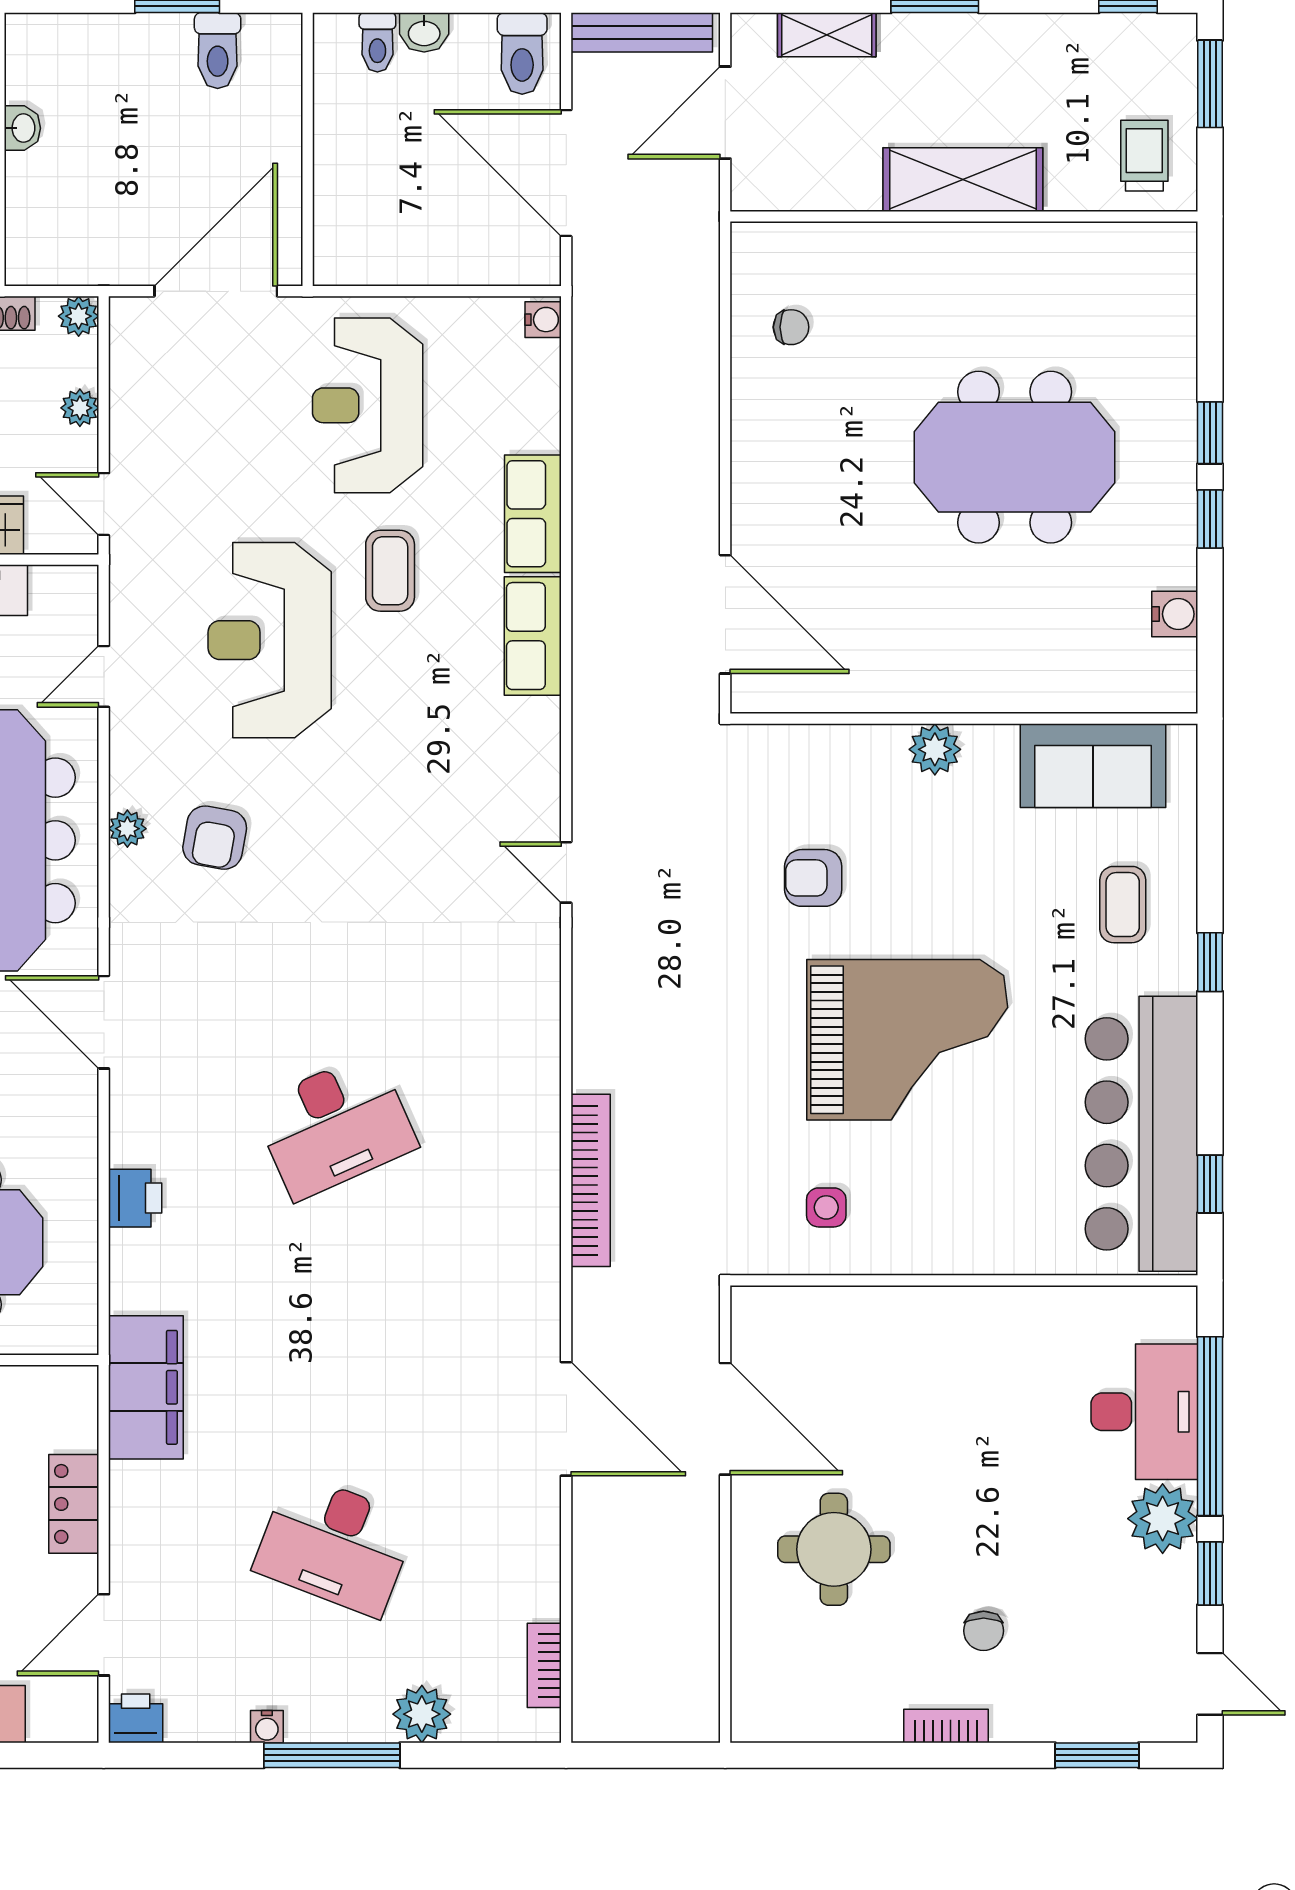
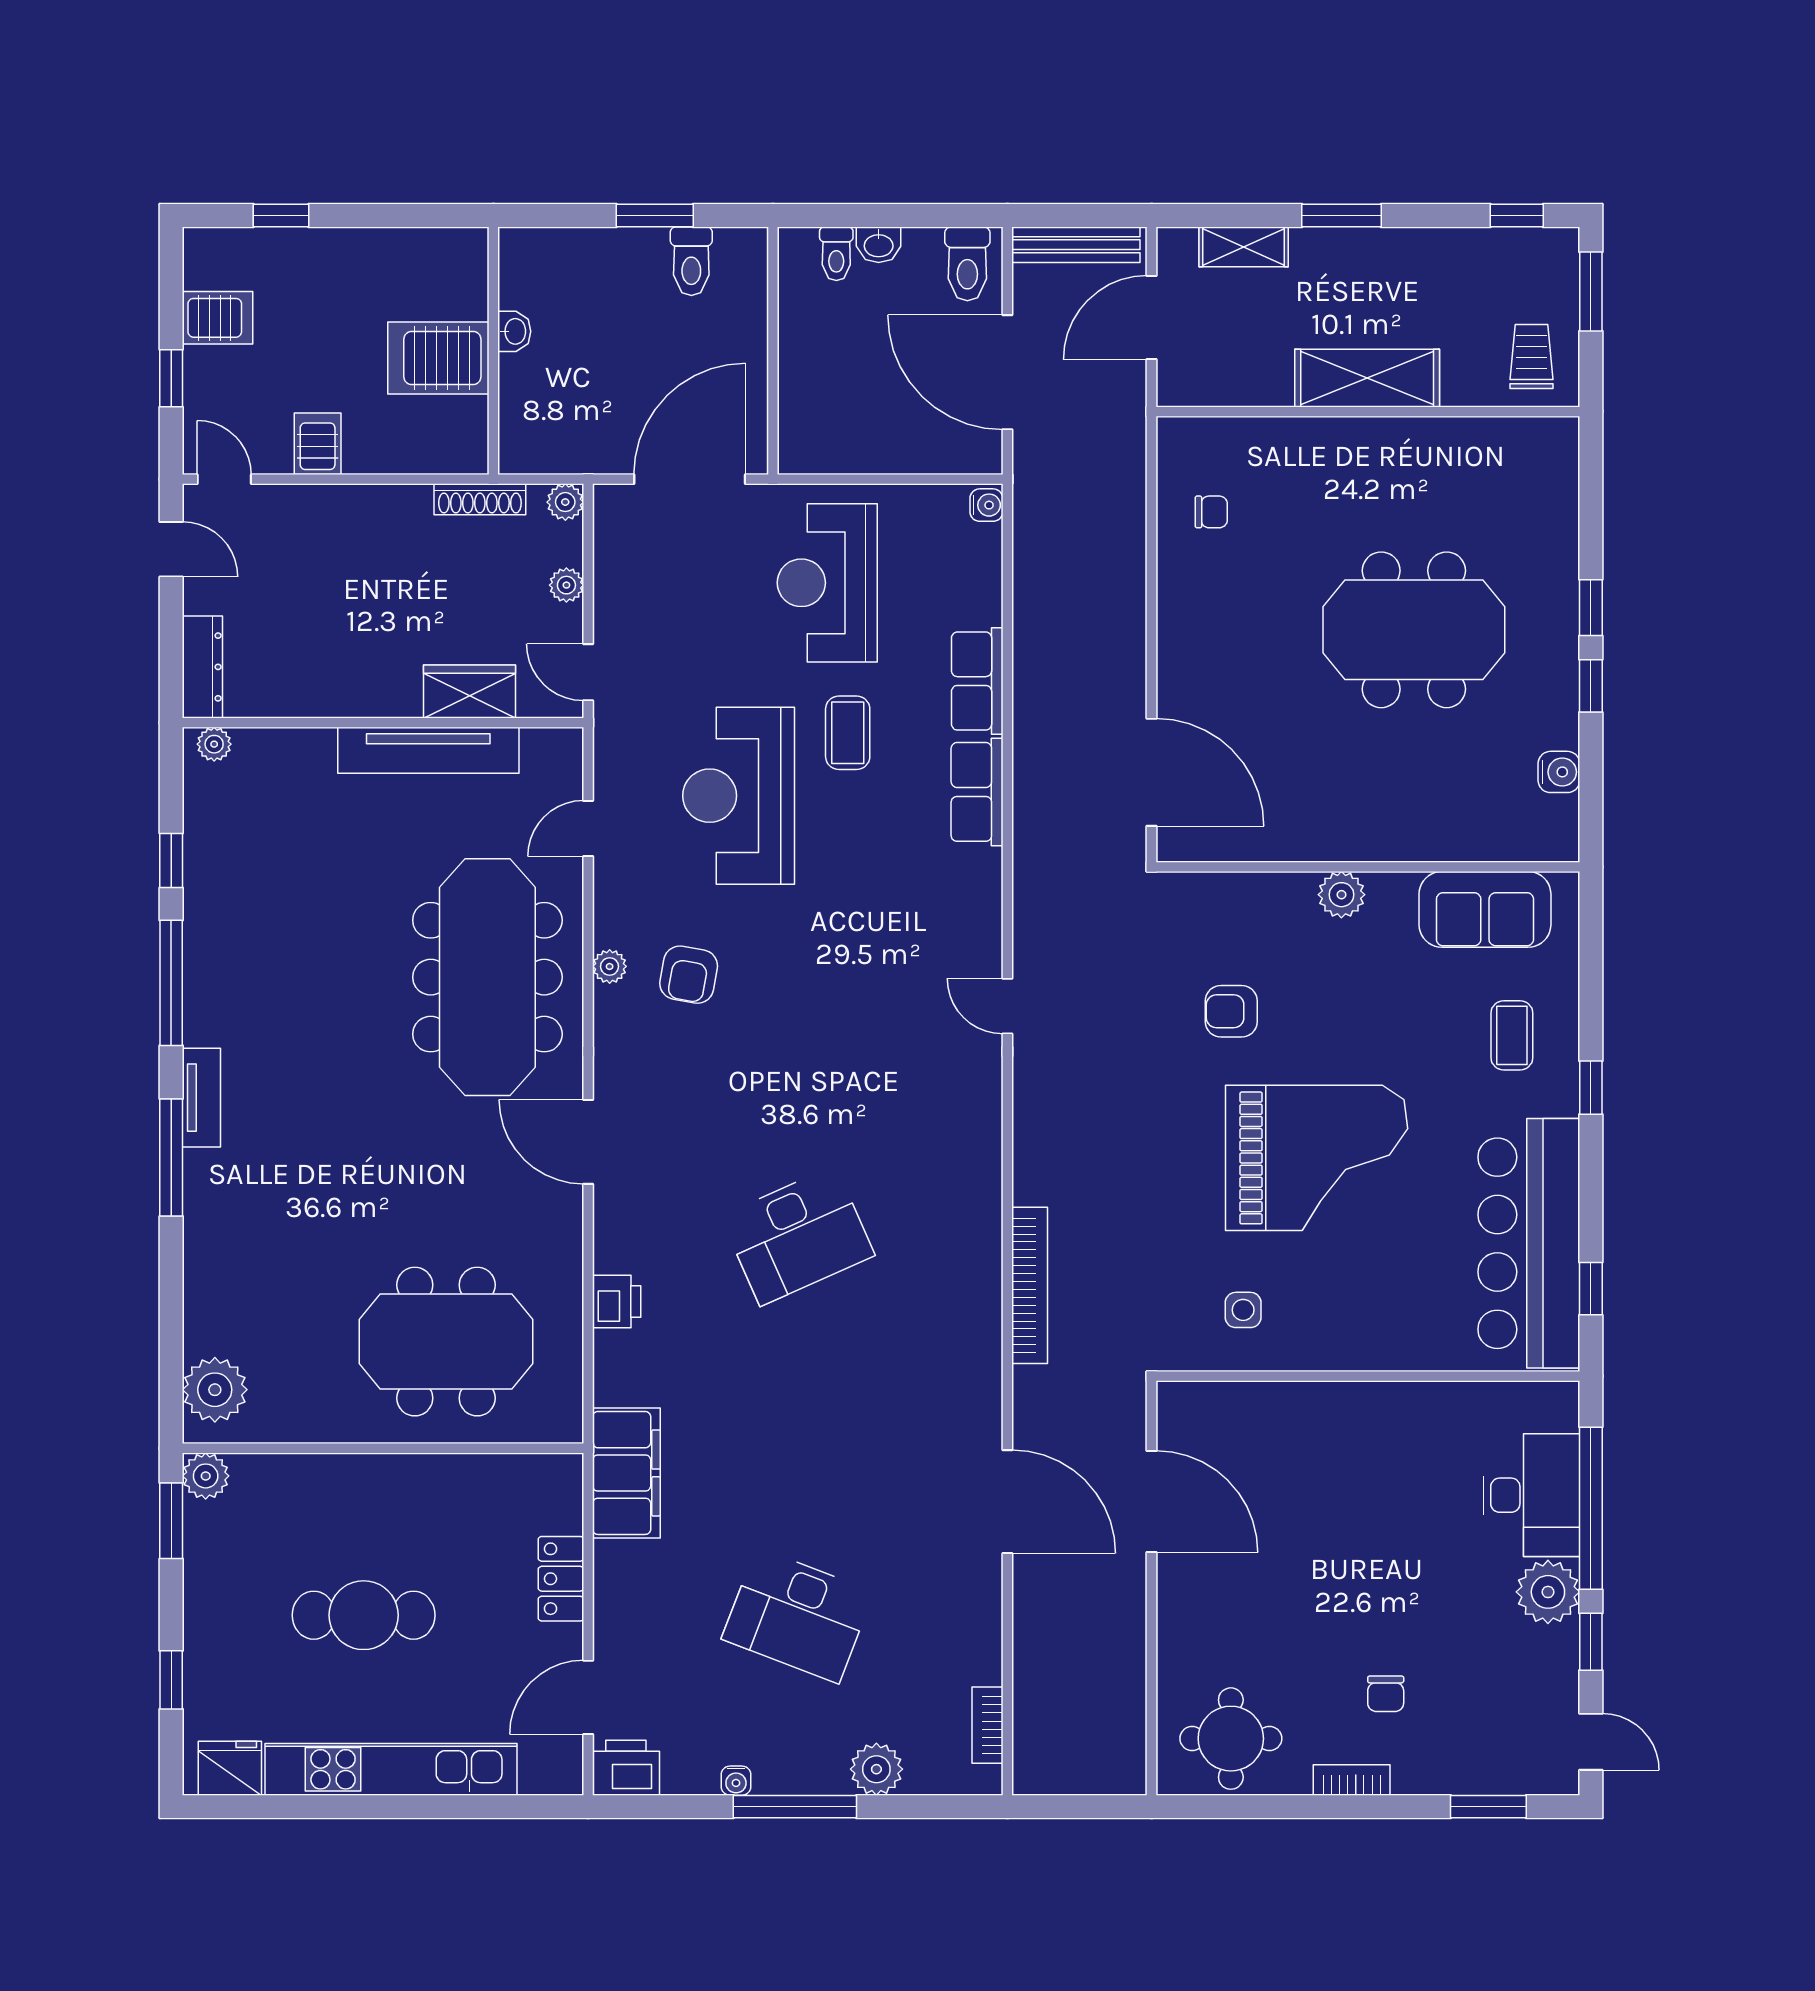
round table: (834, 1549) -> (1231, 1739), moved
printer: (136, 1718) -> (626, 1768), width x1.36, depth x1.24

